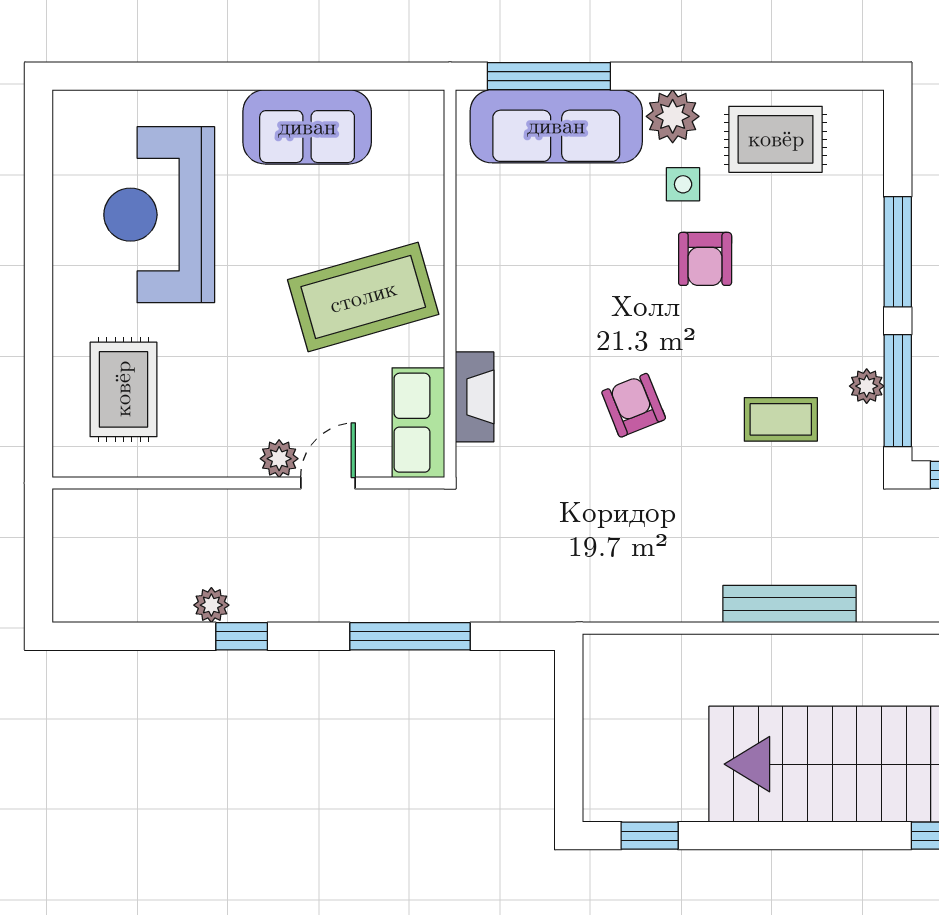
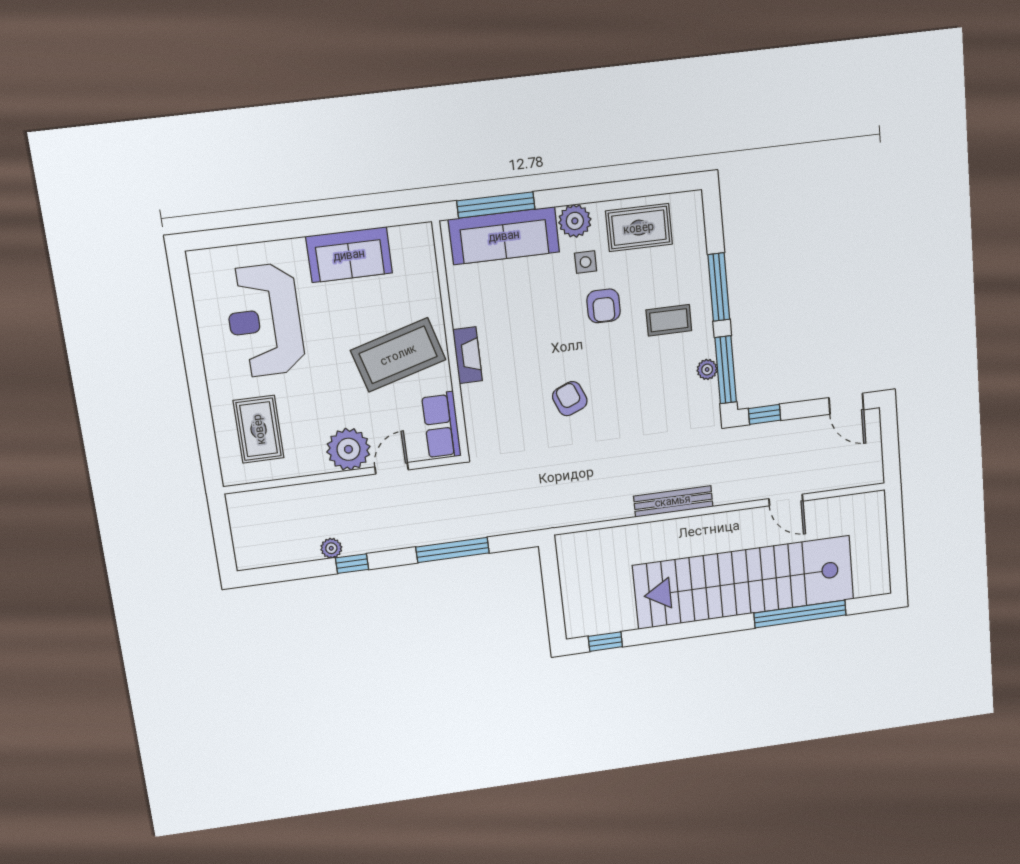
fireplace: (475, 397) -> (467, 355), moved
coffee table: (781, 419) -> (669, 320), moved
plant: (279, 459) -> (348, 449), width x1.88, depth x1.88

